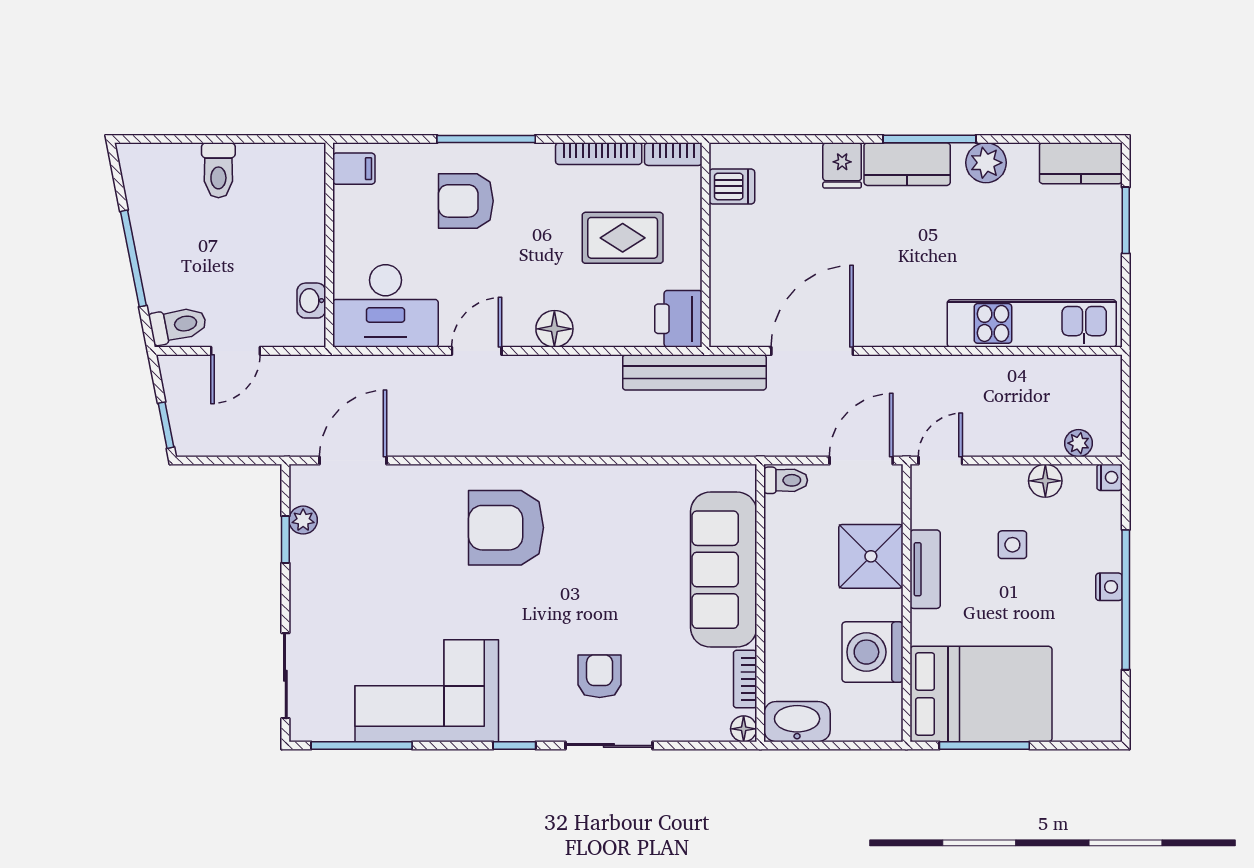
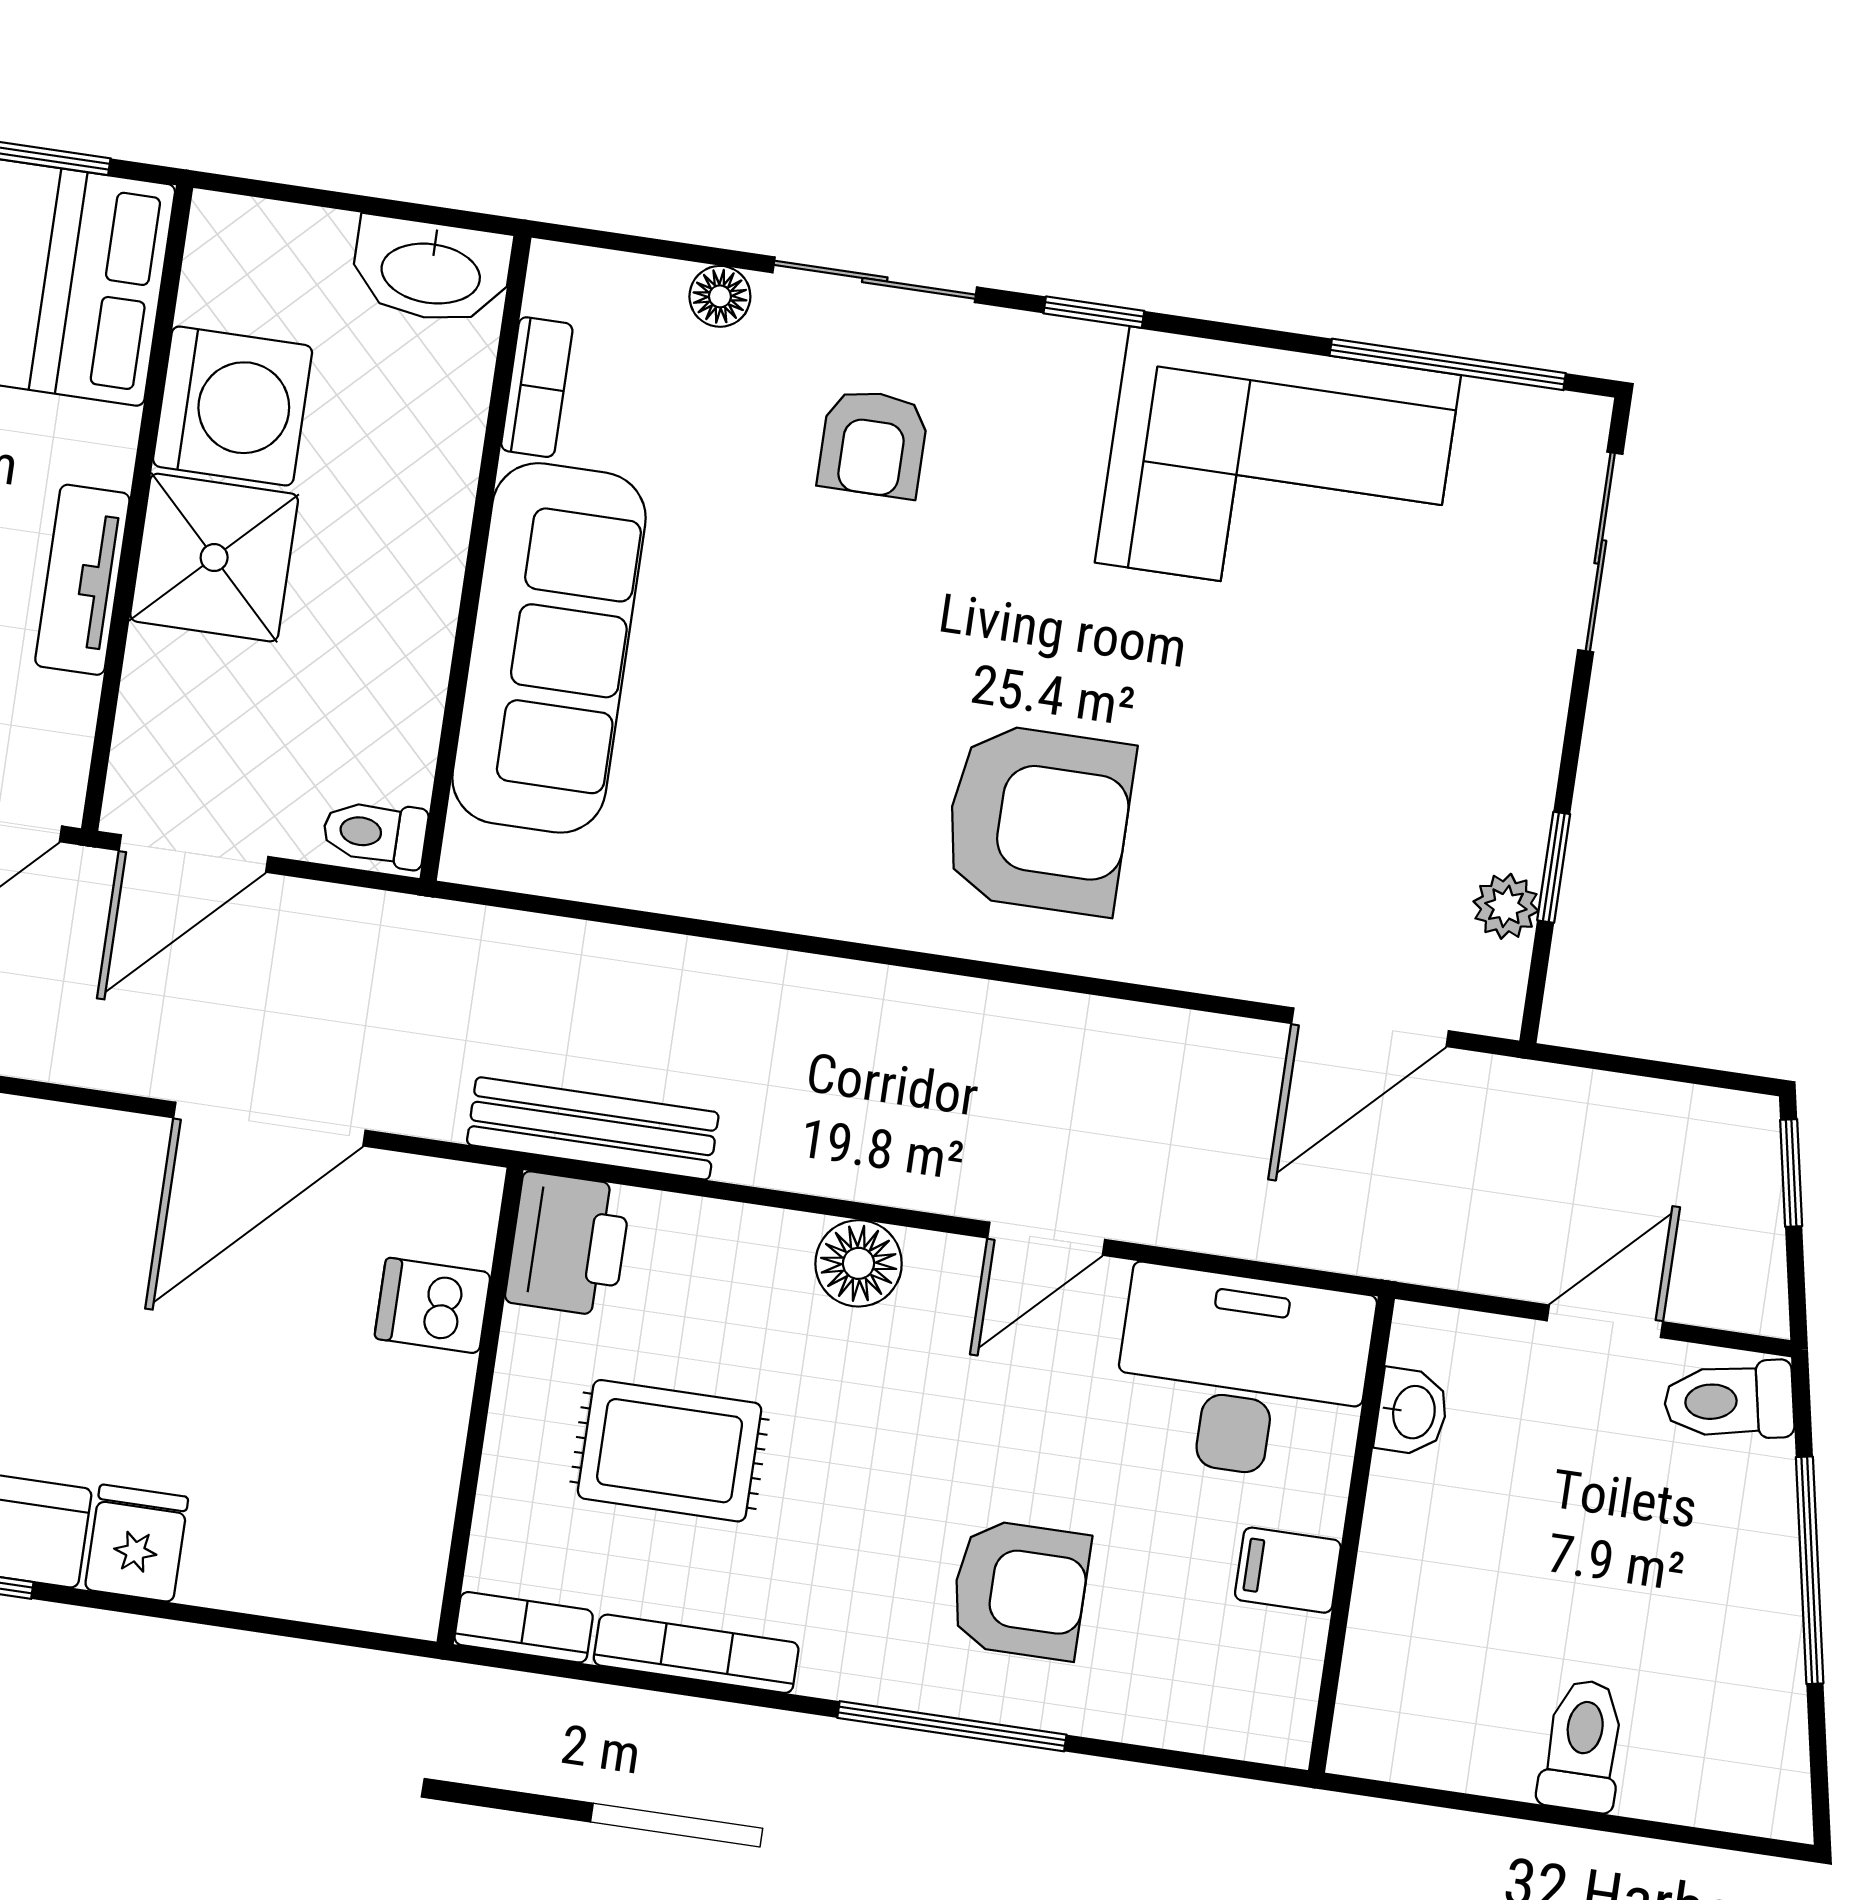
filing cabinet: (354, 169) -> (1288, 1570), moved
dishwasher: (732, 186) -> (433, 1306), moved
bench: (694, 372) -> (593, 1128), width x0.73, depth x0.82
shower: (871, 556) -> (214, 558), moved
floor lamp: (744, 729) -> (720, 296), moved

